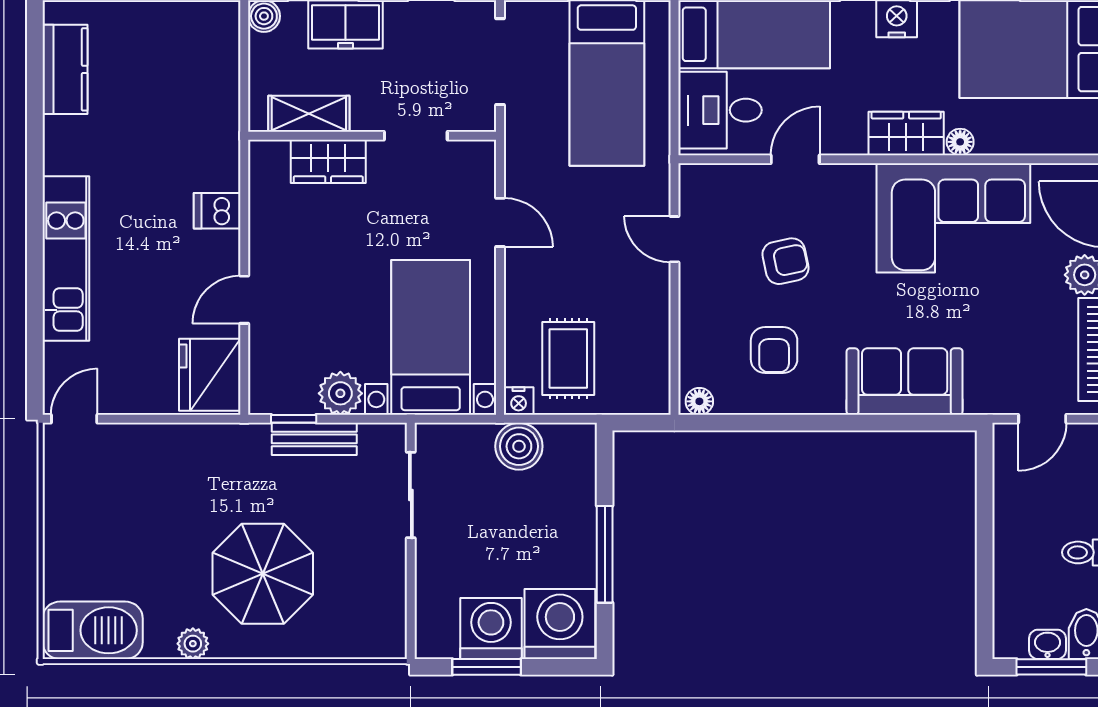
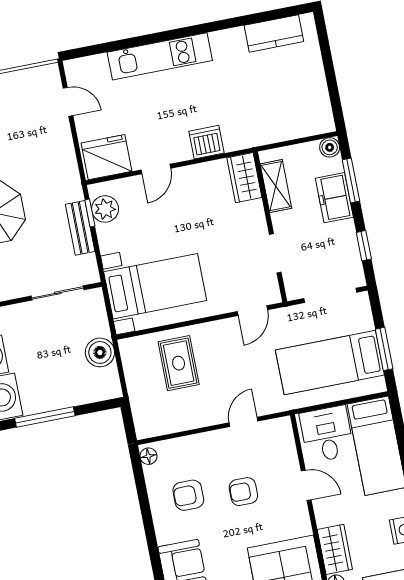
wardrobe: (328, 161) -> (244, 178), moved
dishwasher: (217, 211) -> (206, 142), width x1.38
door: (500, 222) -> (252, 311), moved
armchair: (785, 261) -> (243, 492), turned 102
door: (244, 300) -> (156, 169), swing flipped
rug: (568, 358) -> (179, 363), moved, turned 90
plant: (340, 393) -> (105, 209), moved
nightstand: (519, 401) -> (127, 347), removed
door: (74, 419) -> (68, 102), moved

